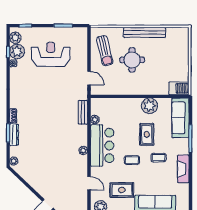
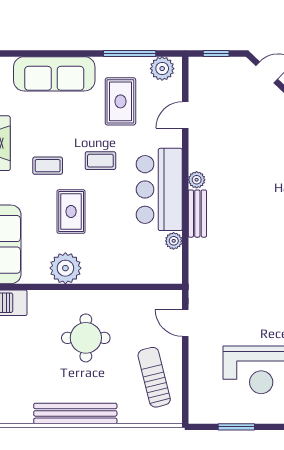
round table: (132, 60) -> (86, 338), moved
bench: (83, 112) -> (197, 214), moved
door: (89, 183) -> (185, 115), hinge flipped
rug: (122, 190) -> (120, 101), turned 90

